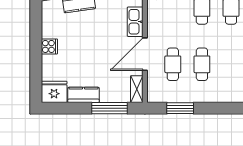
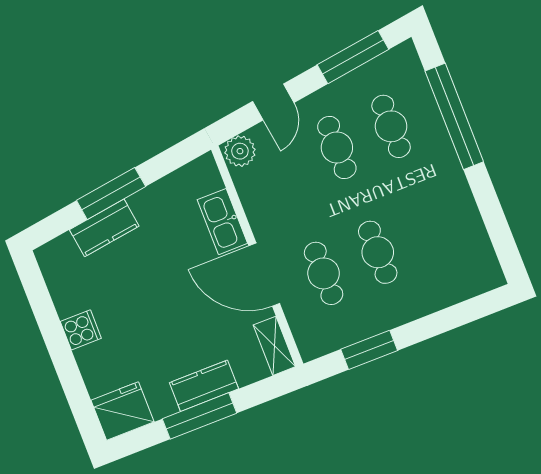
door: (145, 54) -> (264, 275), hinge flipped
kitchen counter: (84, 95) -> (204, 386), moved
window: (110, 108) -> (200, 416), moved

